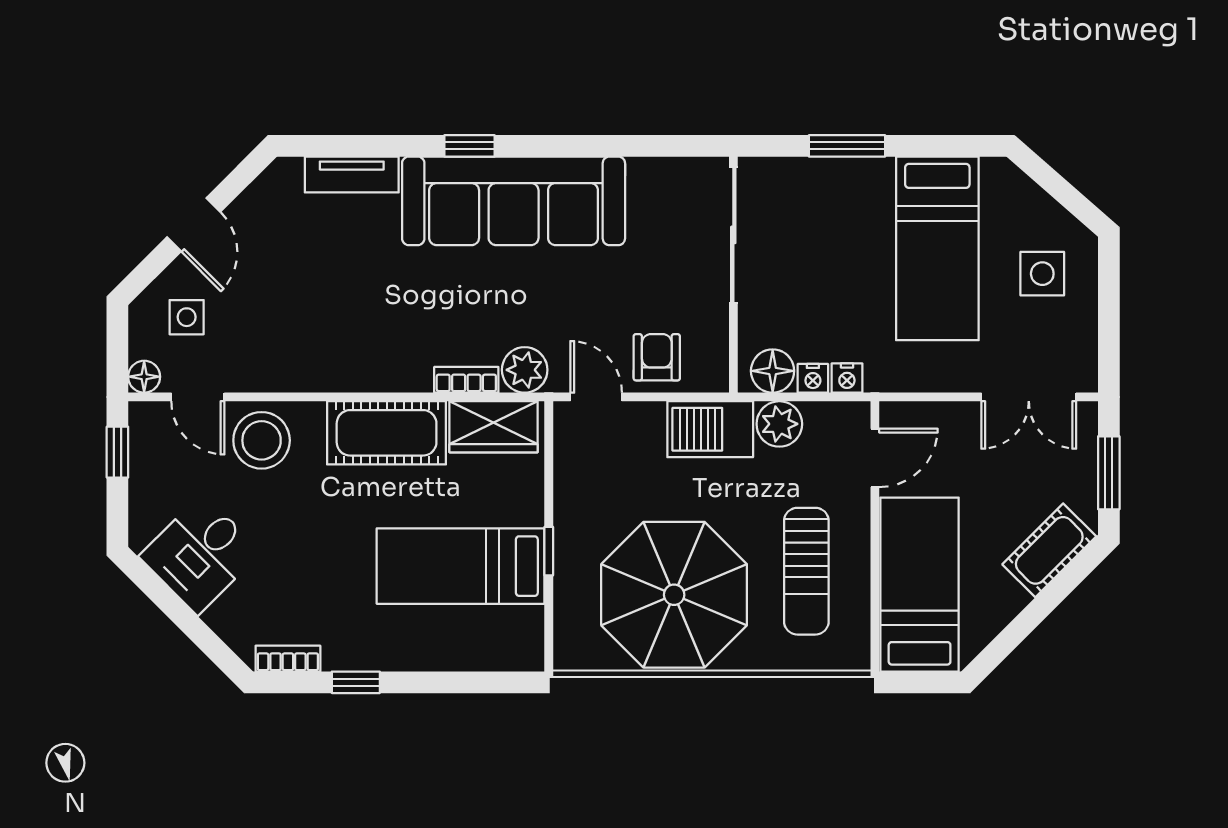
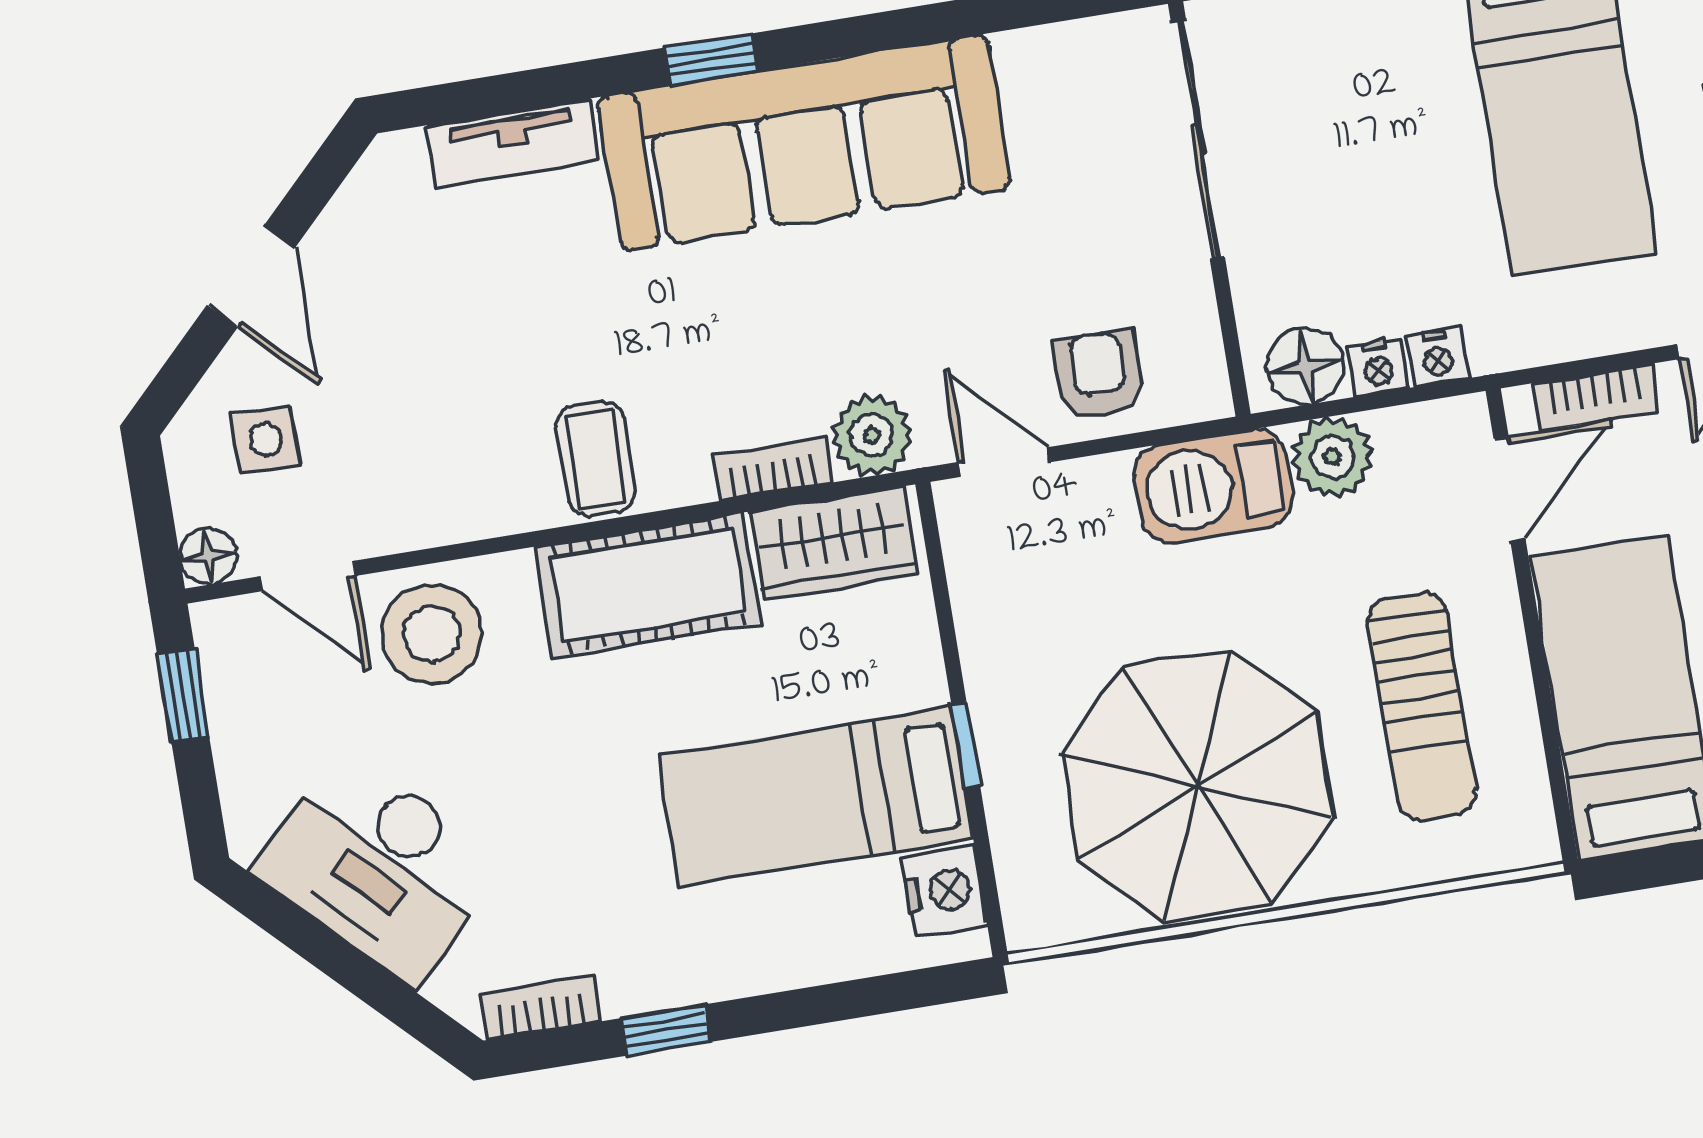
coffee table: (369, 358) -> (596, 458), added
bookcase: (931, 415) -> (1596, 397), added
desk: (200, 554) -> (379, 867), width x1.37
nightstand: (523, 630) -> (944, 891), added

